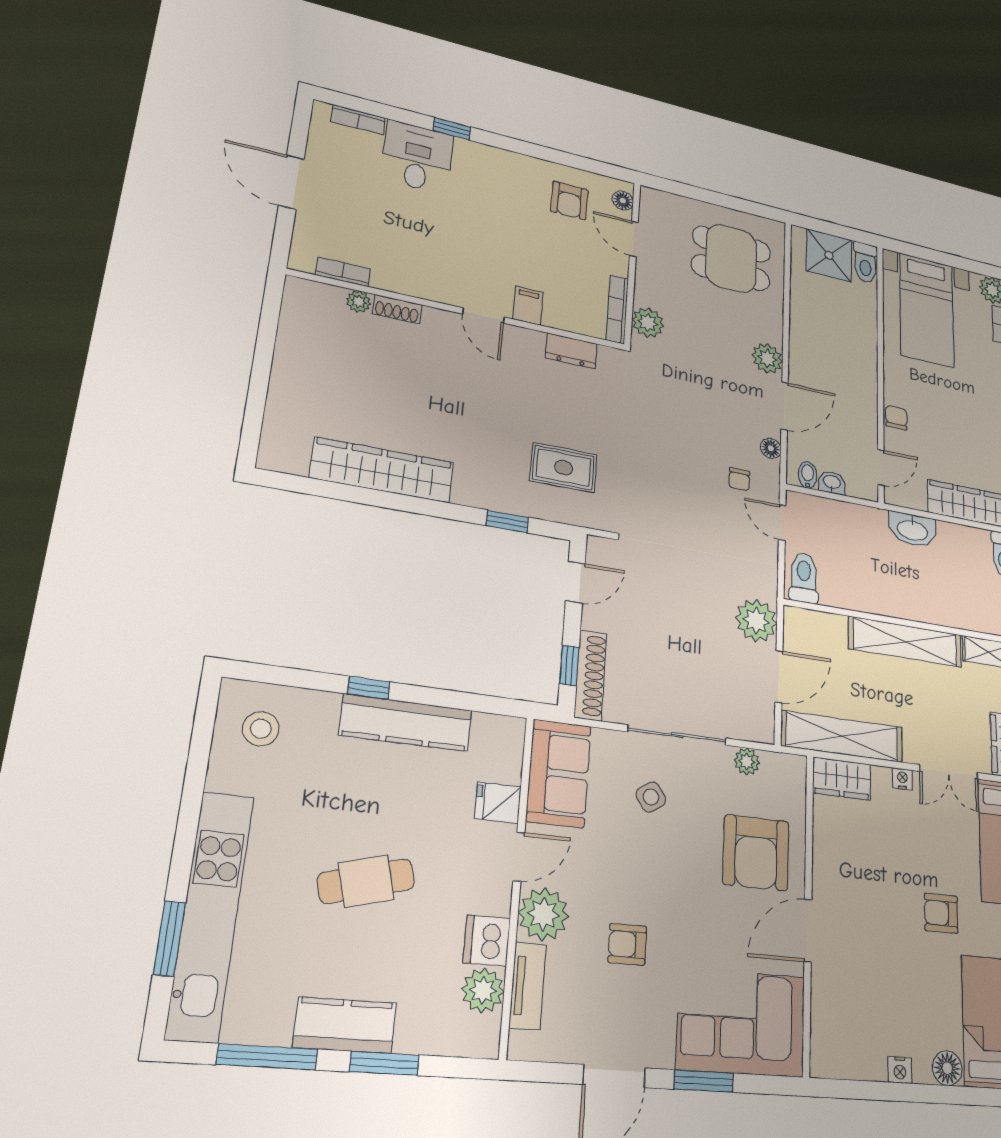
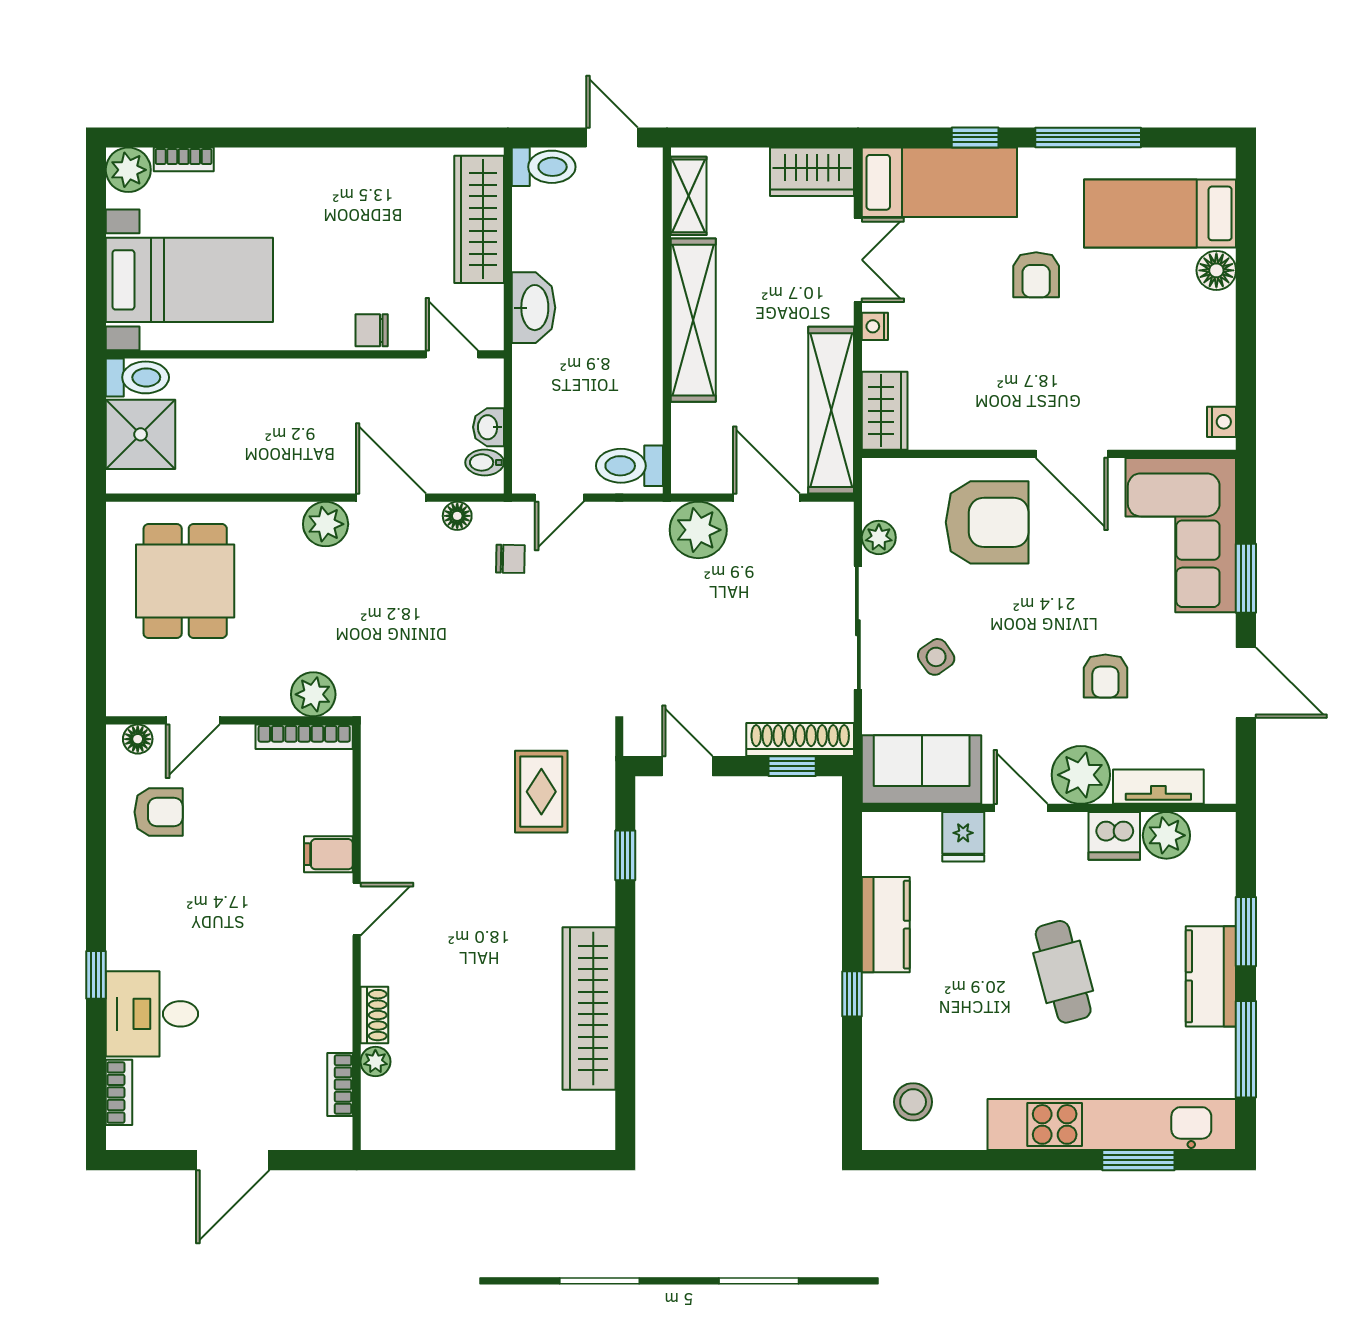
dresser: (571, 351) -> (379, 794), removed
kitchen counter: (406, 723) -> (886, 925), width x0.67
nightstand: (900, 1070) -> (1222, 422), moved

